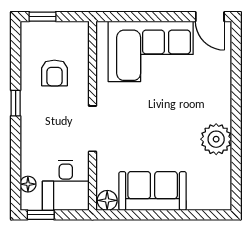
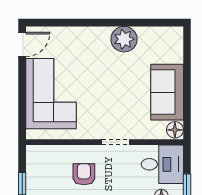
armchair: (54, 73) -> (84, 174), moved, turned -90
doorway: (92, 129) -> (115, 142), width x0.73

